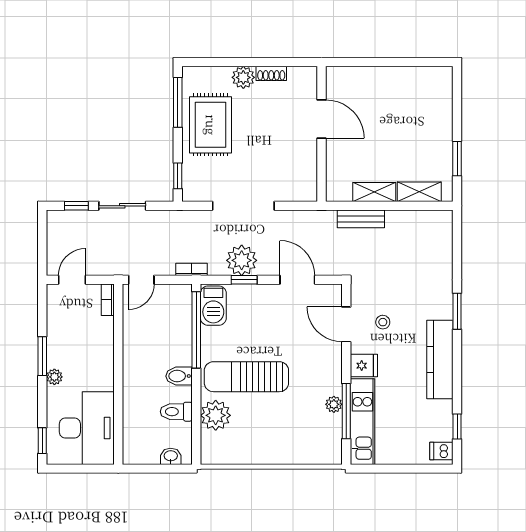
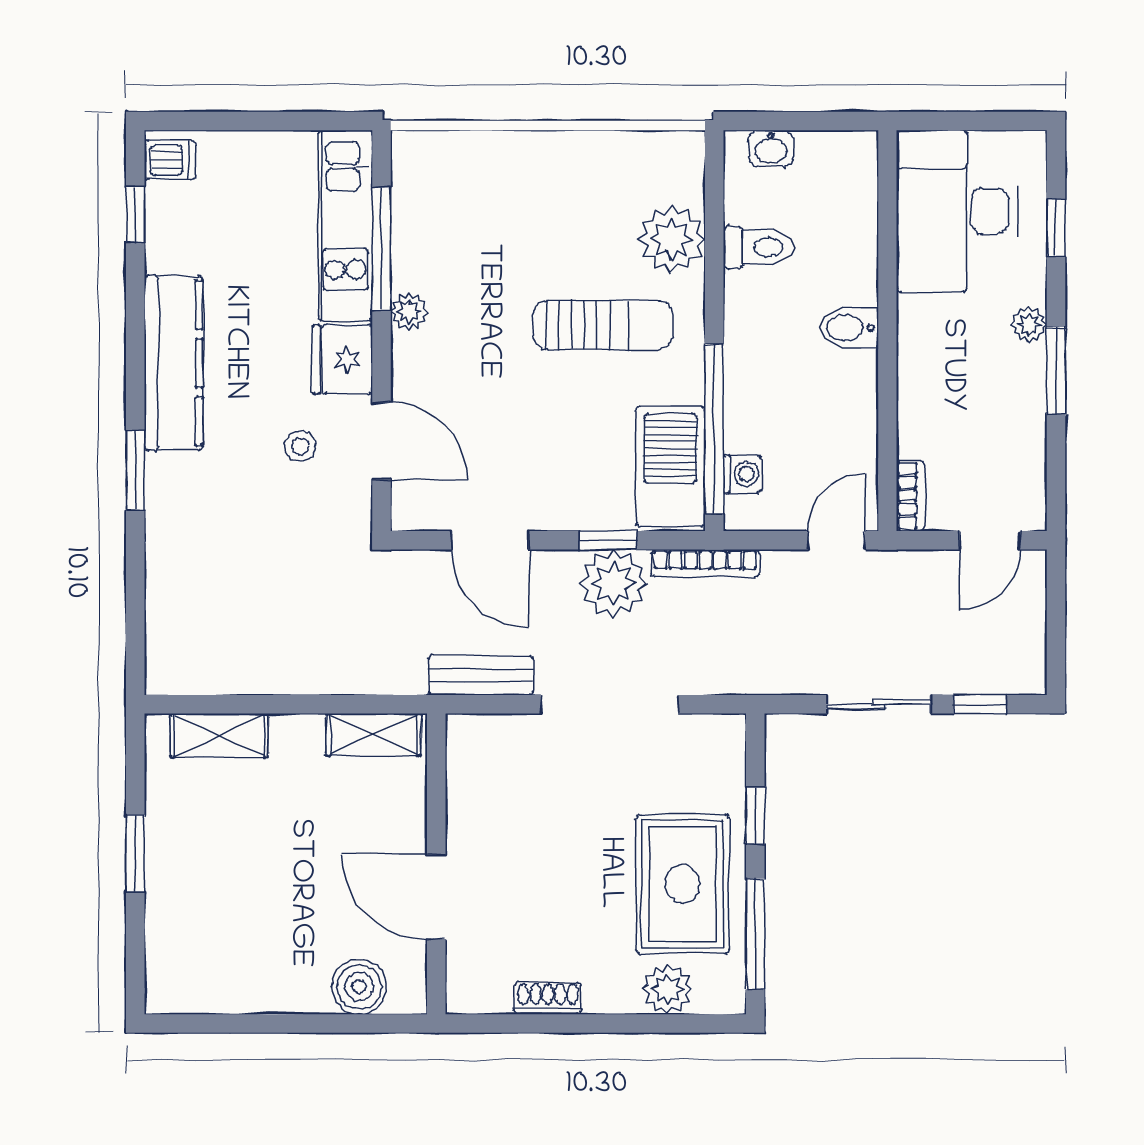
plant: (243, 77) -> (667, 989), moved
boiler: (356, 79) -> (359, 987), added
window: (457, 159) -> (135, 853), moved
window: (178, 176) -> (755, 816), moved
shelving: (374, 192) -> (374, 735), moved
bench: (361, 219) -> (481, 675), moved
bookcase: (192, 269) -> (705, 563), width x1.56
barbecue: (213, 306) -> (670, 467), width x1.37, depth x1.21
washing machine: (184, 309) -> (742, 474), added
fridge: (364, 366) -> (342, 359), width x1.38
bidet: (179, 376) -> (849, 328), moved, turned 180
sun lounger: (246, 377) -> (603, 325), width x0.73, depth x0.75
plant: (334, 404) -> (409, 311), moved
window: (42, 441) -> (1056, 228), moved

